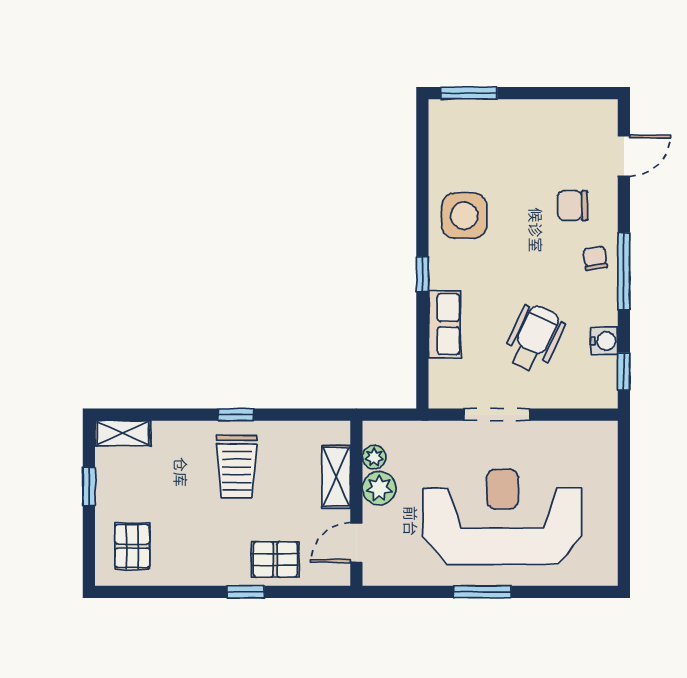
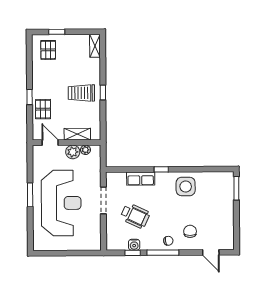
window: (624, 372) -> (133, 253), moved
window: (89, 486) -> (57, 32), moved
pallet: (132, 546) -> (48, 50), turned 90

